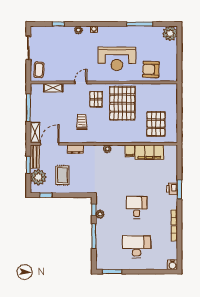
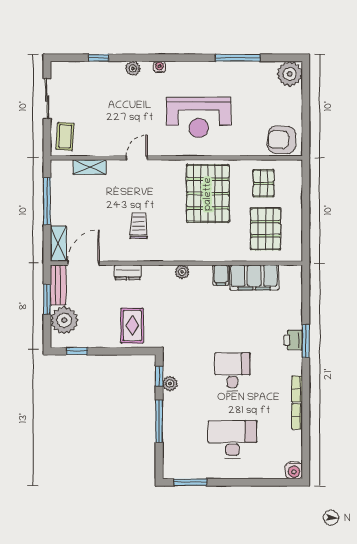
armchair: (151, 70) -> (282, 140), moved
pallet: (96, 99) -> (263, 183), moved
rug: (62, 175) -> (132, 326), moved

